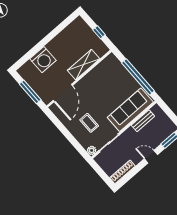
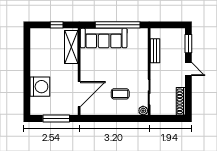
shelving: (84, 65) -> (71, 47), moved
door: (63, 93) -> (79, 94), hinge flipped
sofa: (130, 110) -> (104, 38), moved, turned -90
door: (151, 157) -> (188, 69), swing flipped

